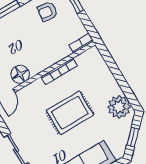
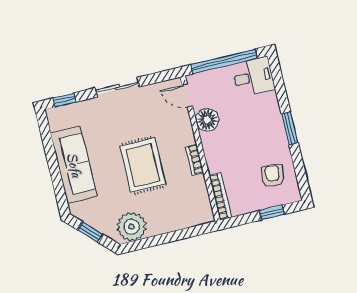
bookcase: (81, 43) -> (220, 196), width x1.56
bookcase: (59, 71) -> (194, 160), width x0.64

